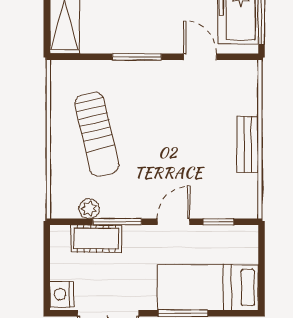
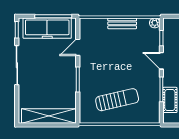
plant: (89, 209) -> (155, 23), moved

